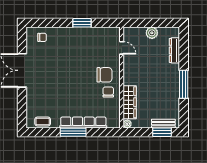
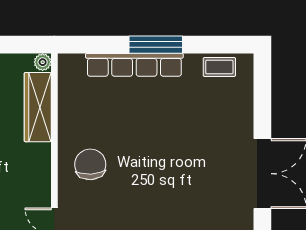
chair: (104, 75) -> (90, 164), turned 87
chair: (108, 92) -> (82, 129), removed

